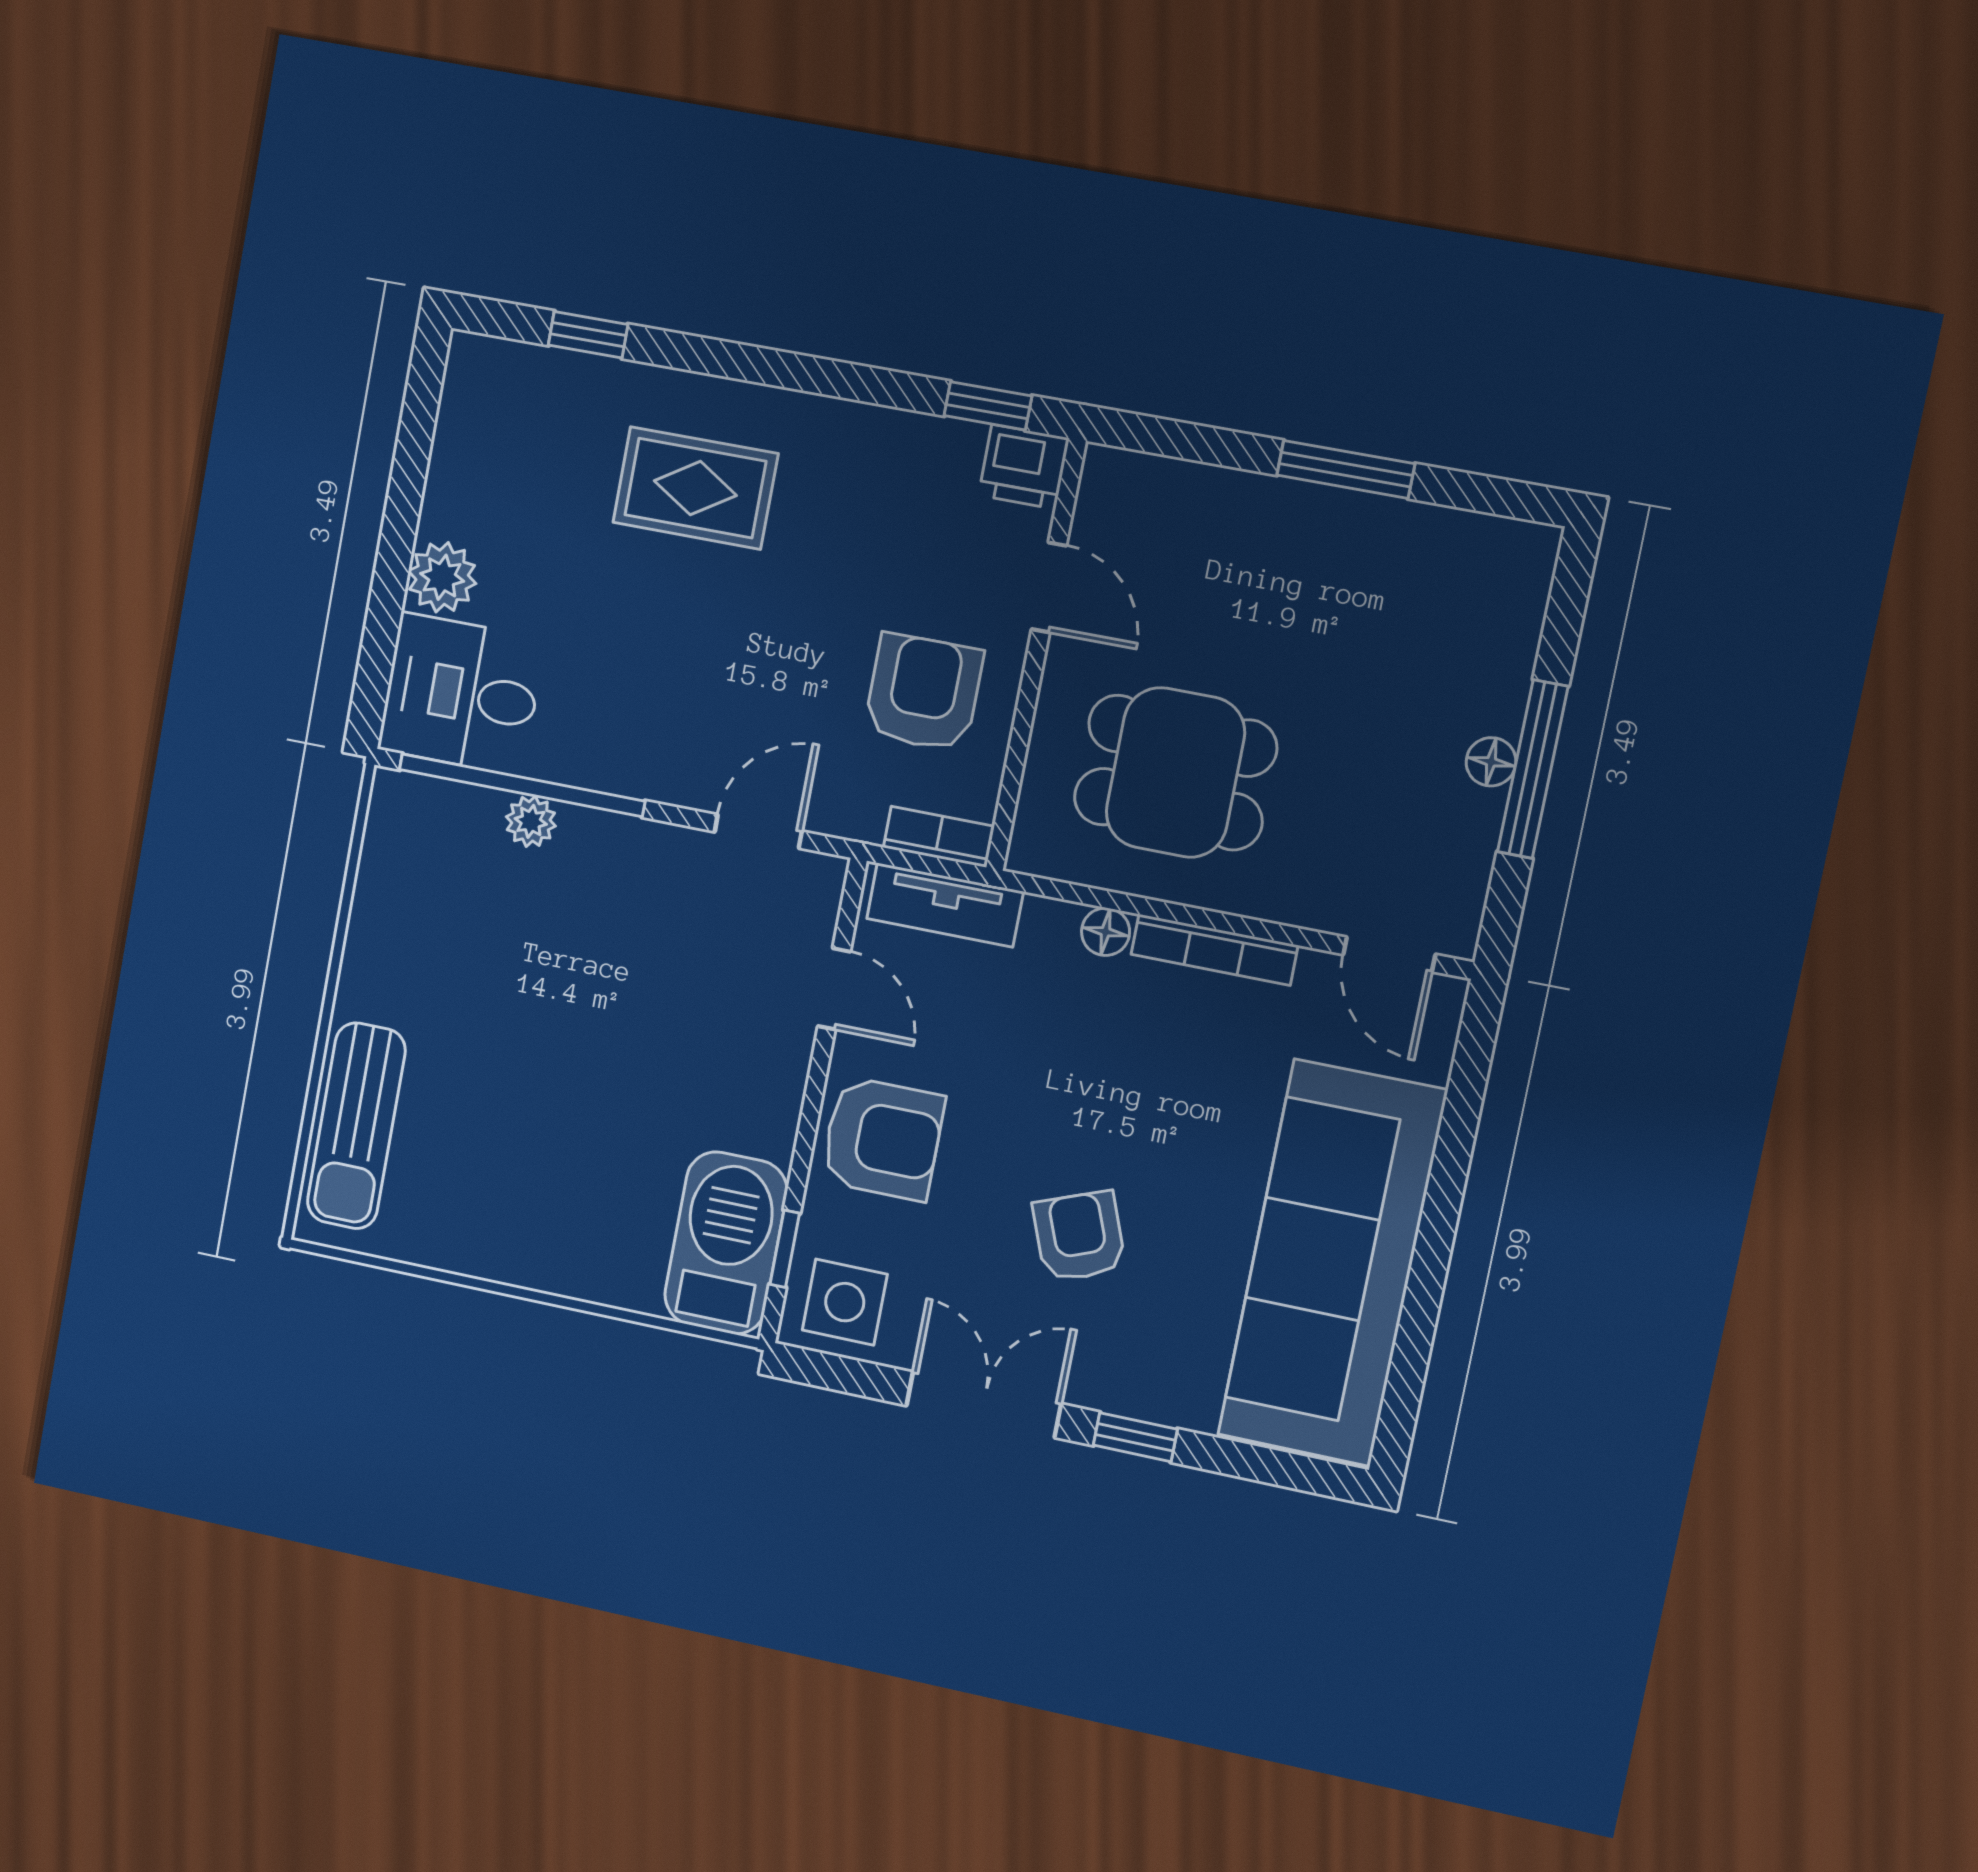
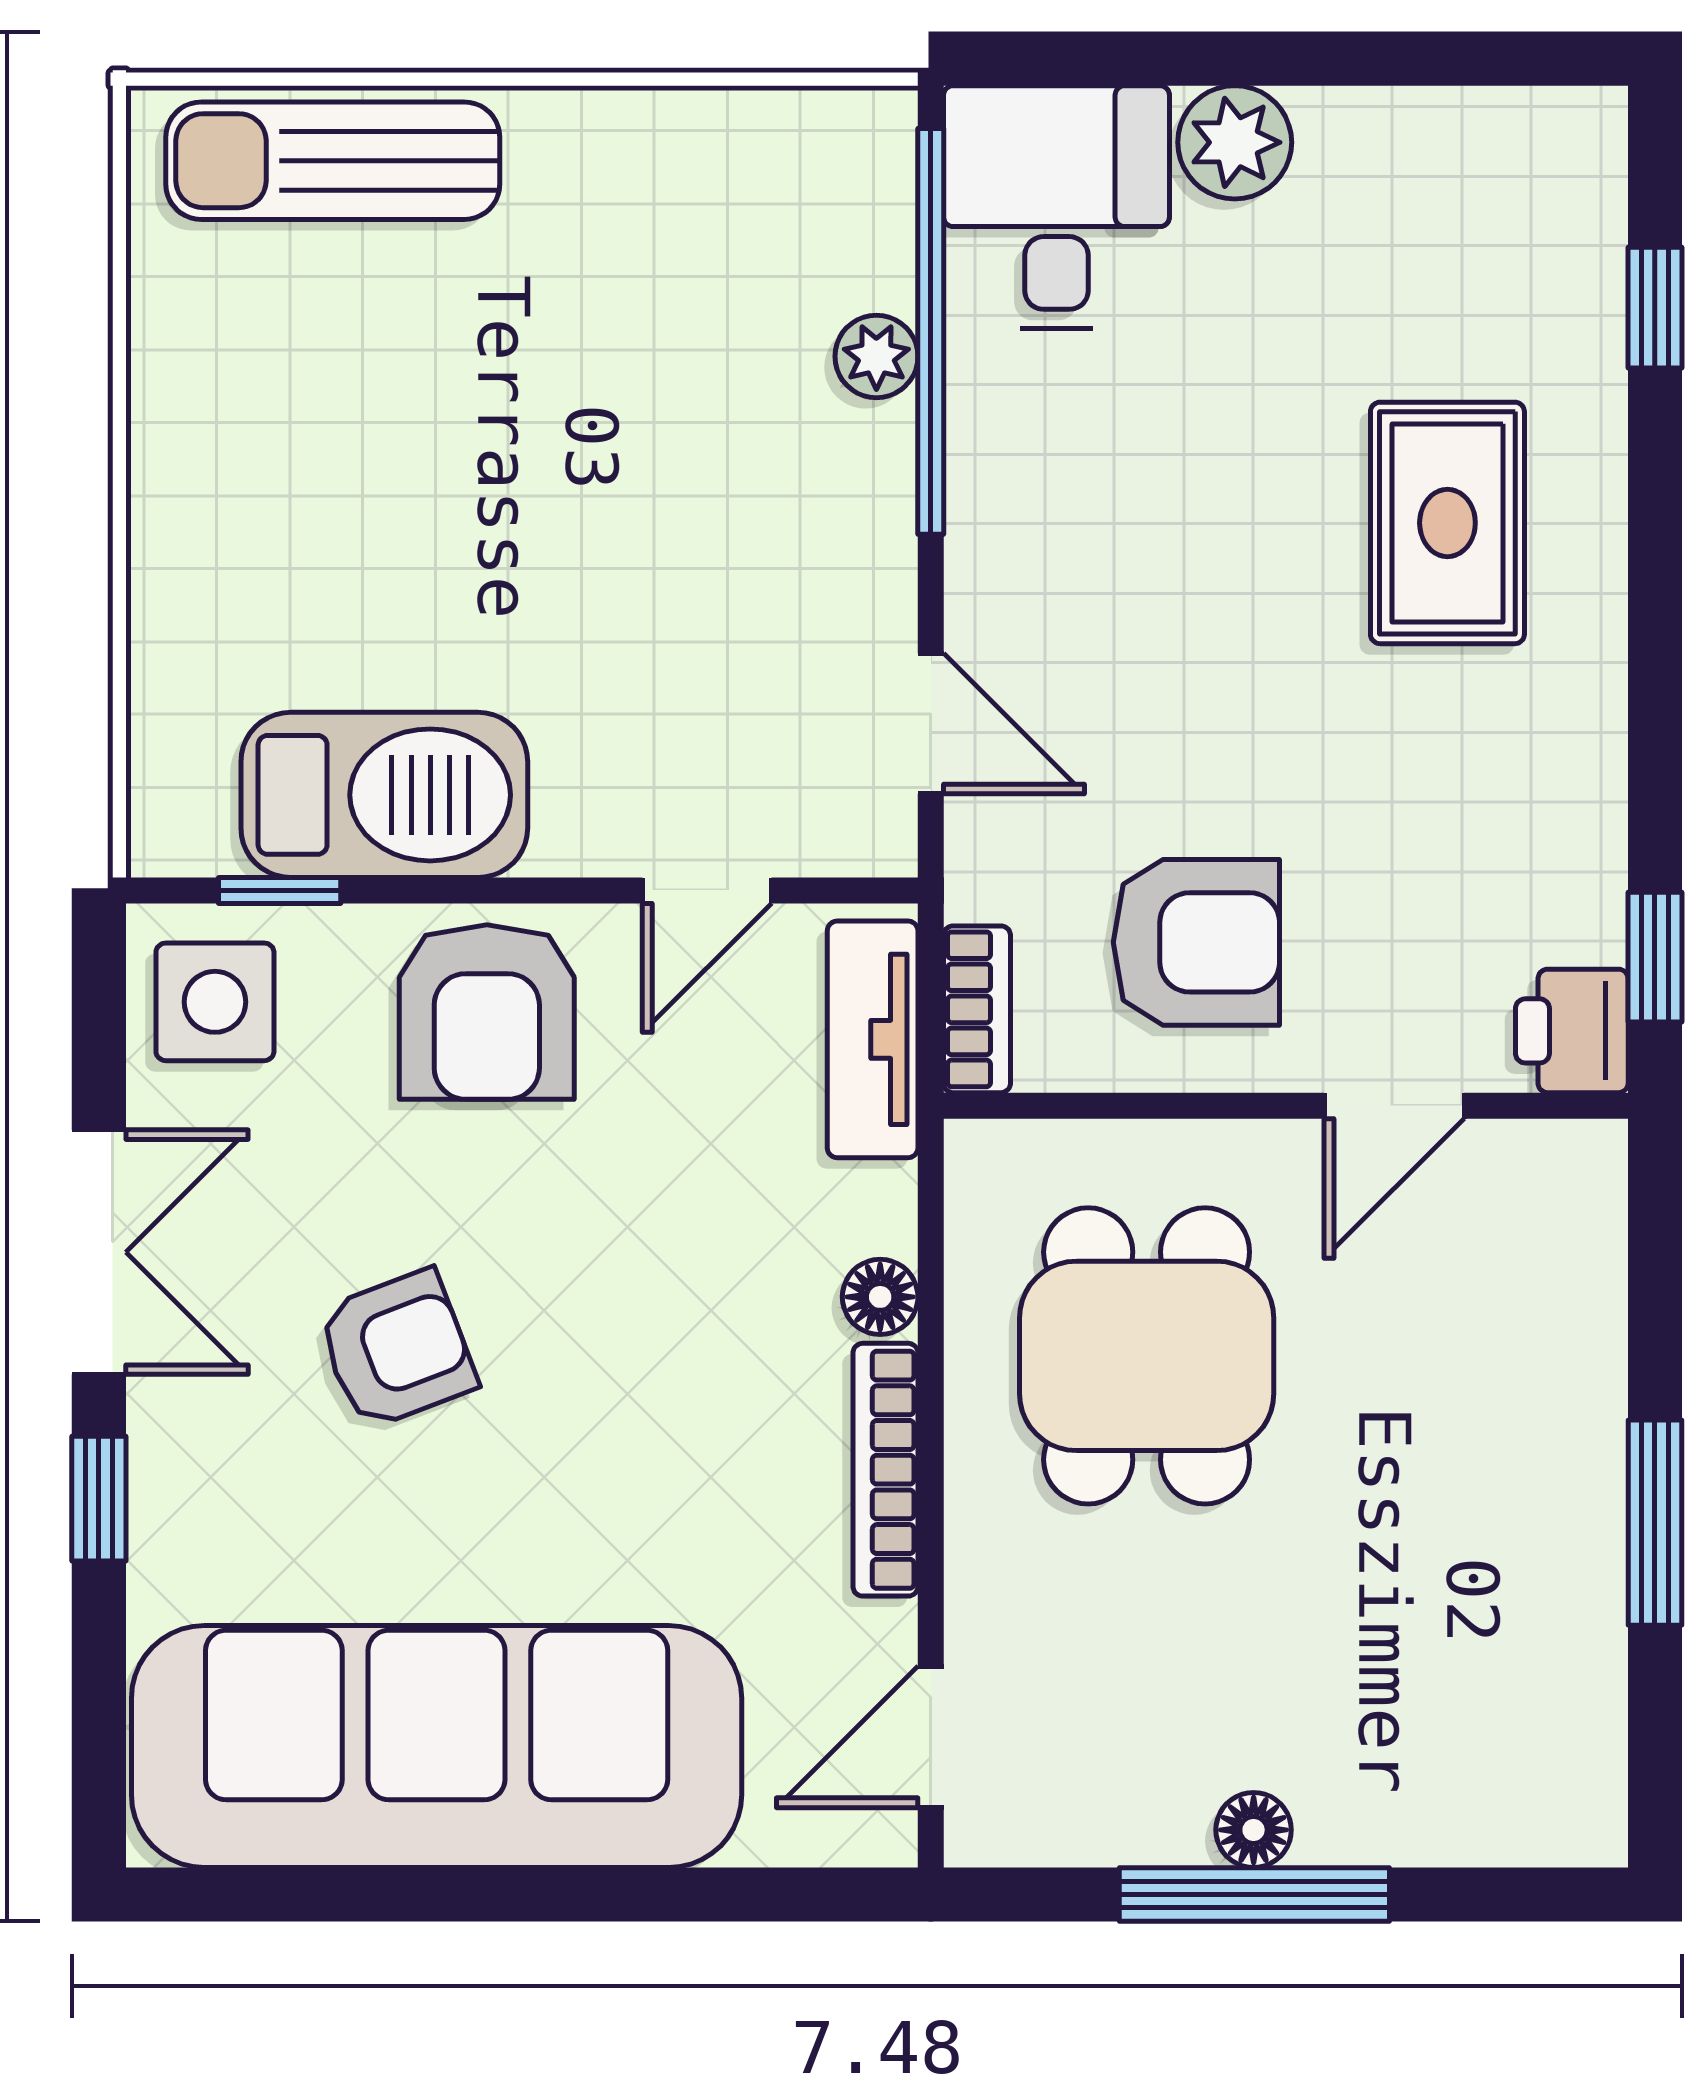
barbecue: (726, 1243) -> (384, 795), moved

